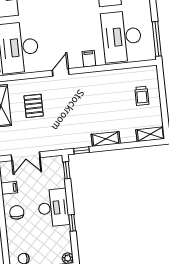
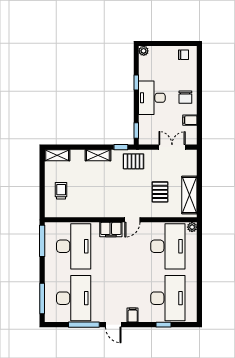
filing cabinet: (89, 59) -> (111, 229), width x2.00
pallet: (66, 136) -> (133, 161), added

